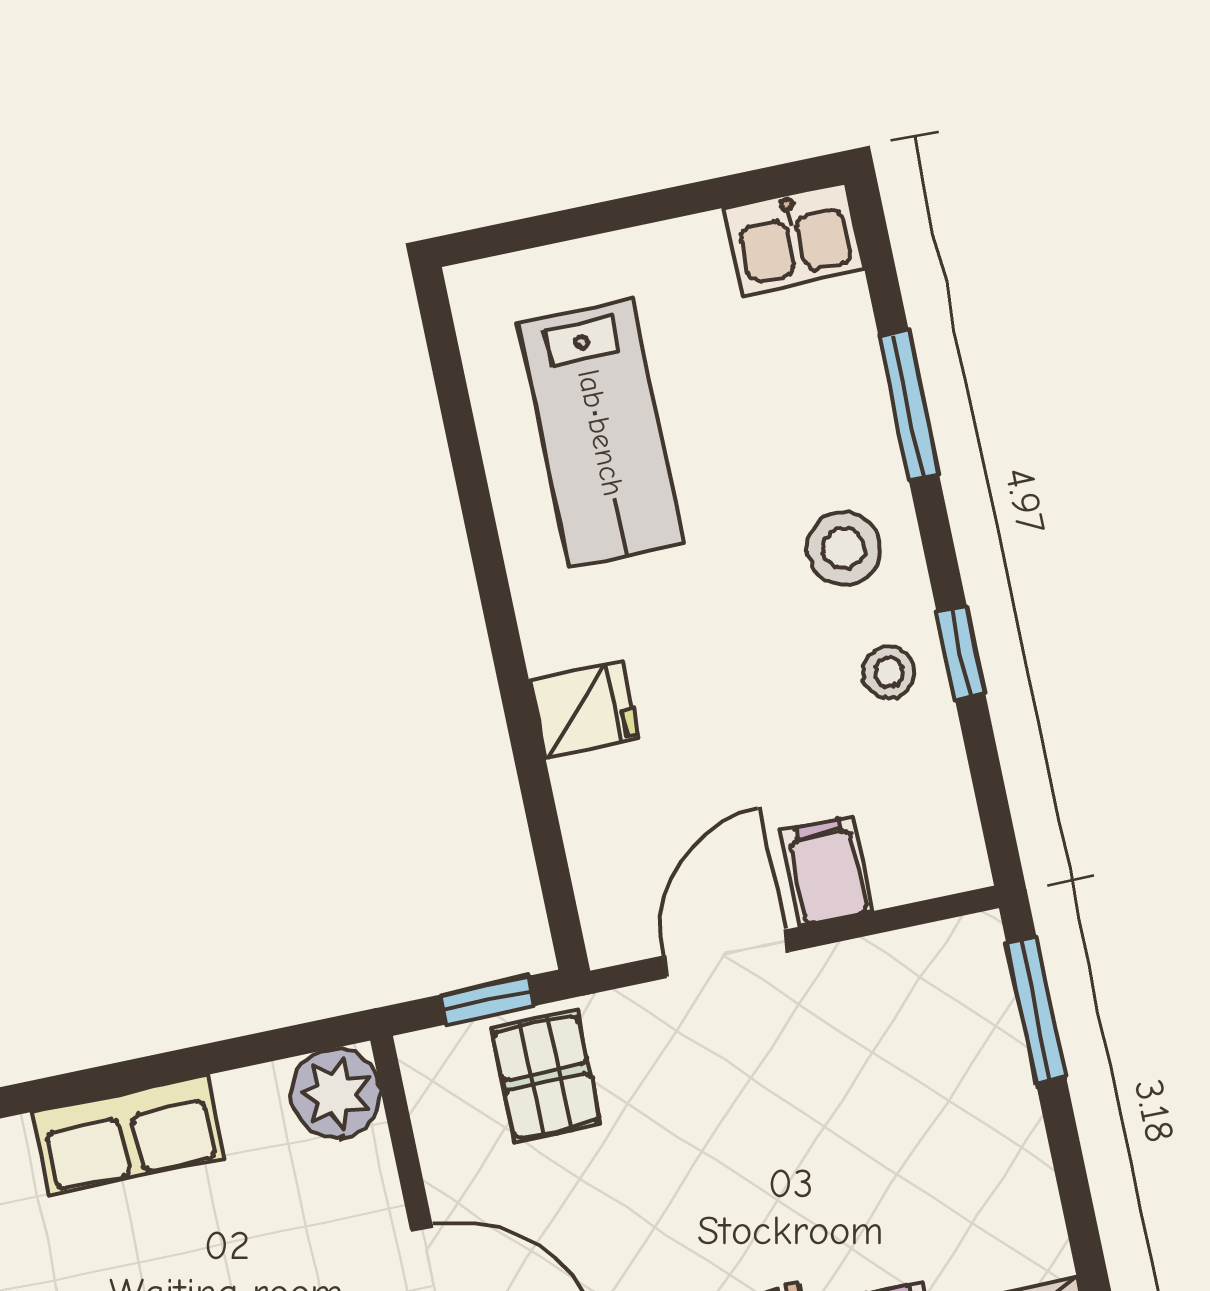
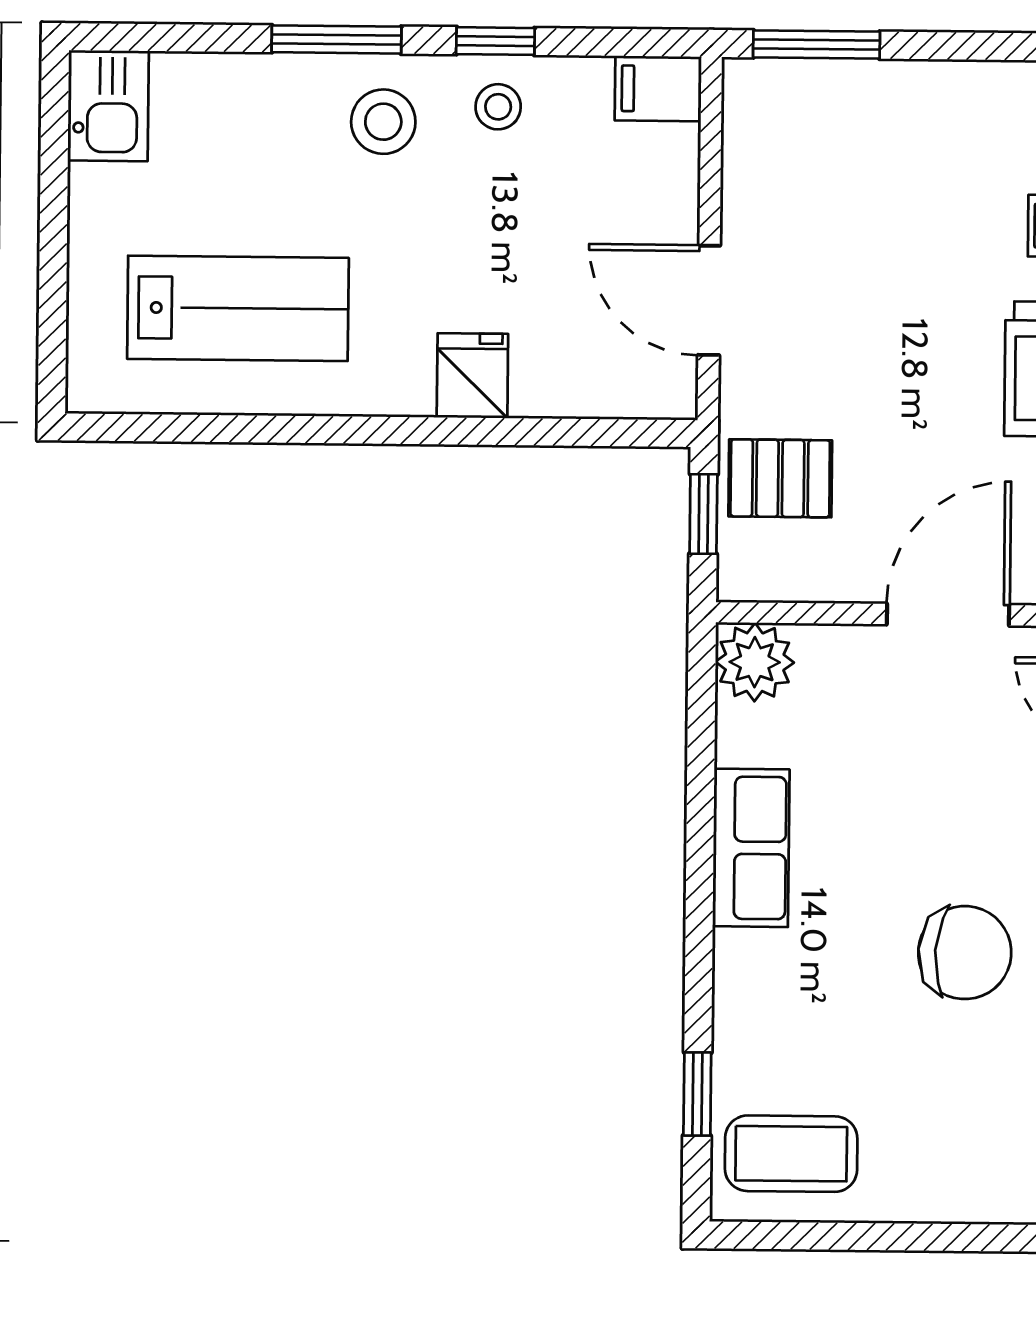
window: (909, 405) -> (336, 39), moved
filing cabinet: (827, 871) -> (658, 89), moved

